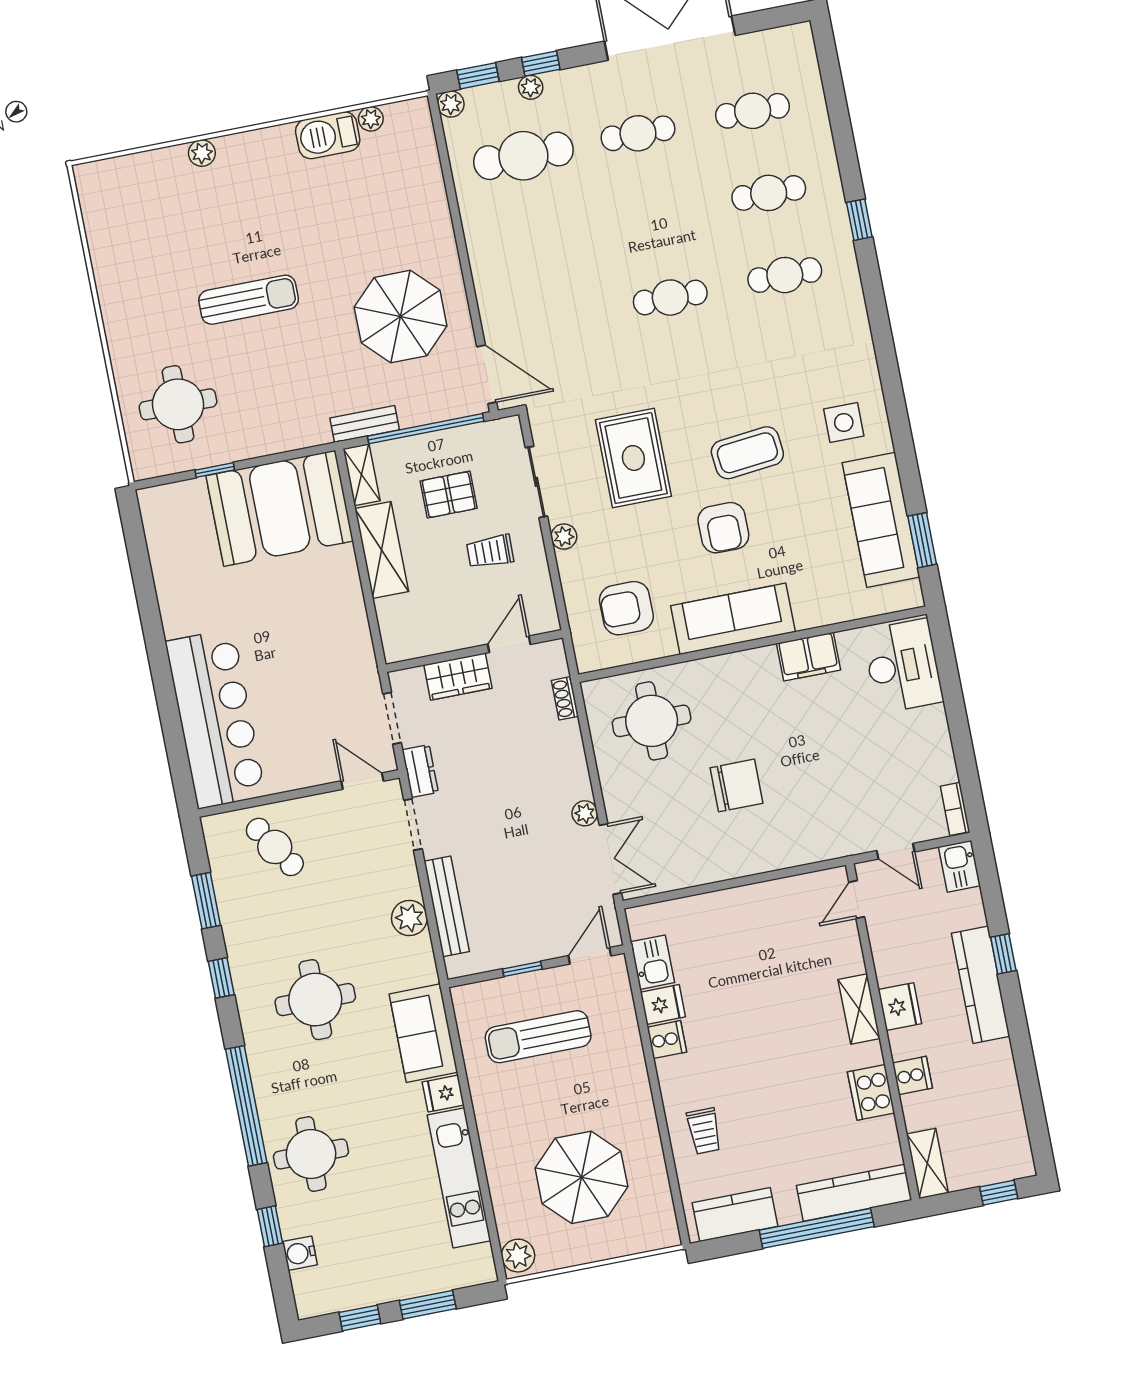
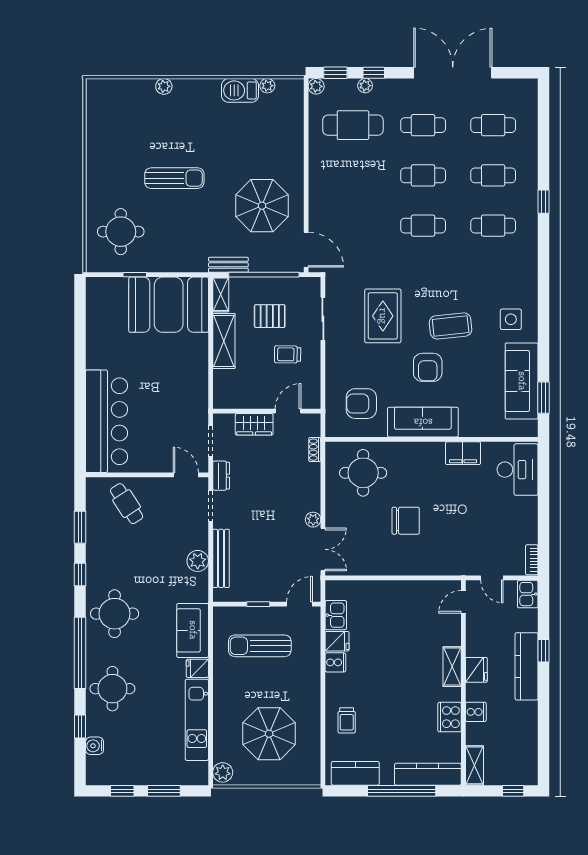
cafe table: (654, 215) -> (423, 175), added
plant: (564, 537) -> (333, 354), removed
round table: (315, 1000) -> (115, 614), moved

